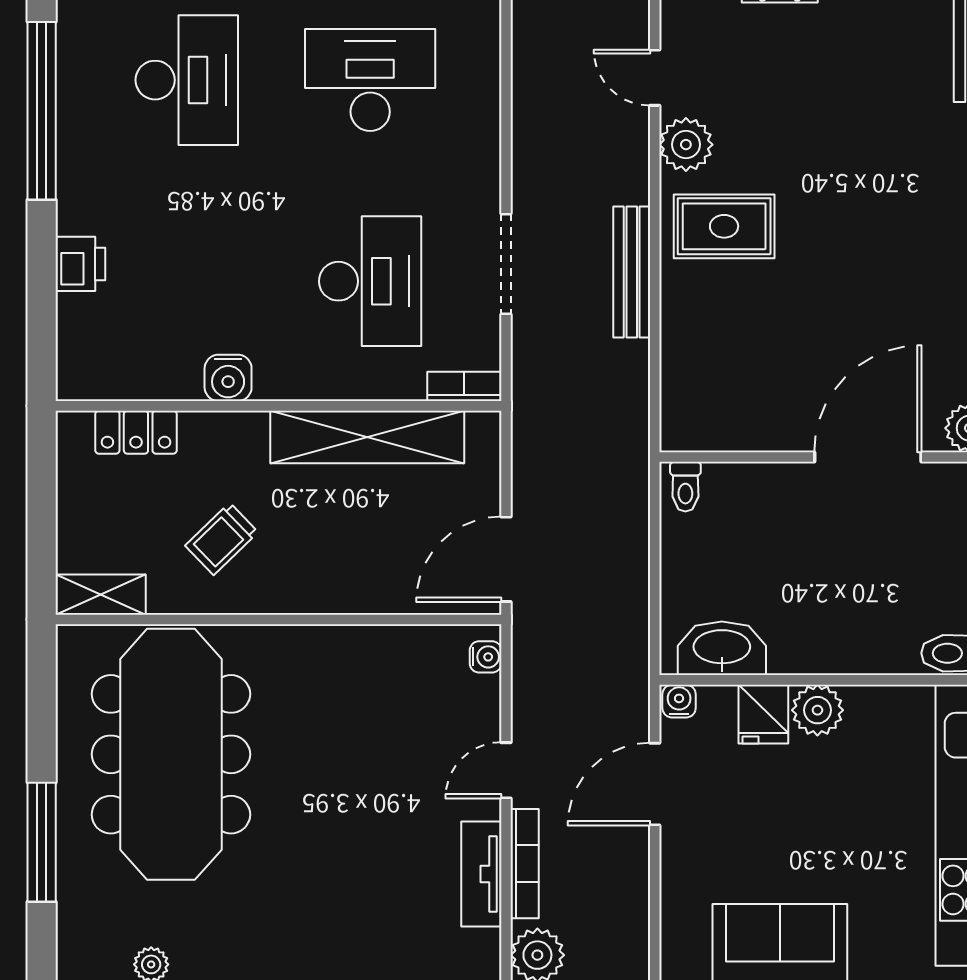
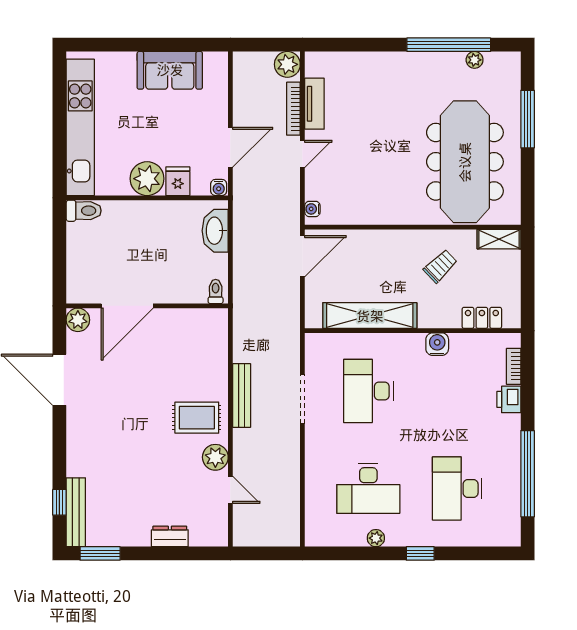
bookcase: (464, 386) -> (514, 366), moved, turned 90
washbasin: (722, 648) -> (215, 231), moved, turned 90
plant: (817, 710) -> (147, 179), width x1.36, depth x1.36

